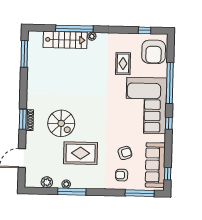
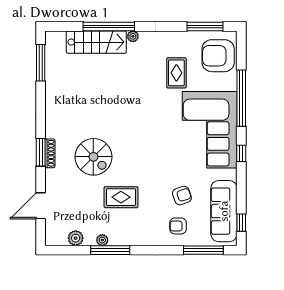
window: (145, 30) -> (205, 26), width x2.17
armchair: (154, 52) -> (218, 56), turned 90
rug: (81, 153) -> (121, 197), width x0.73, depth x0.70

